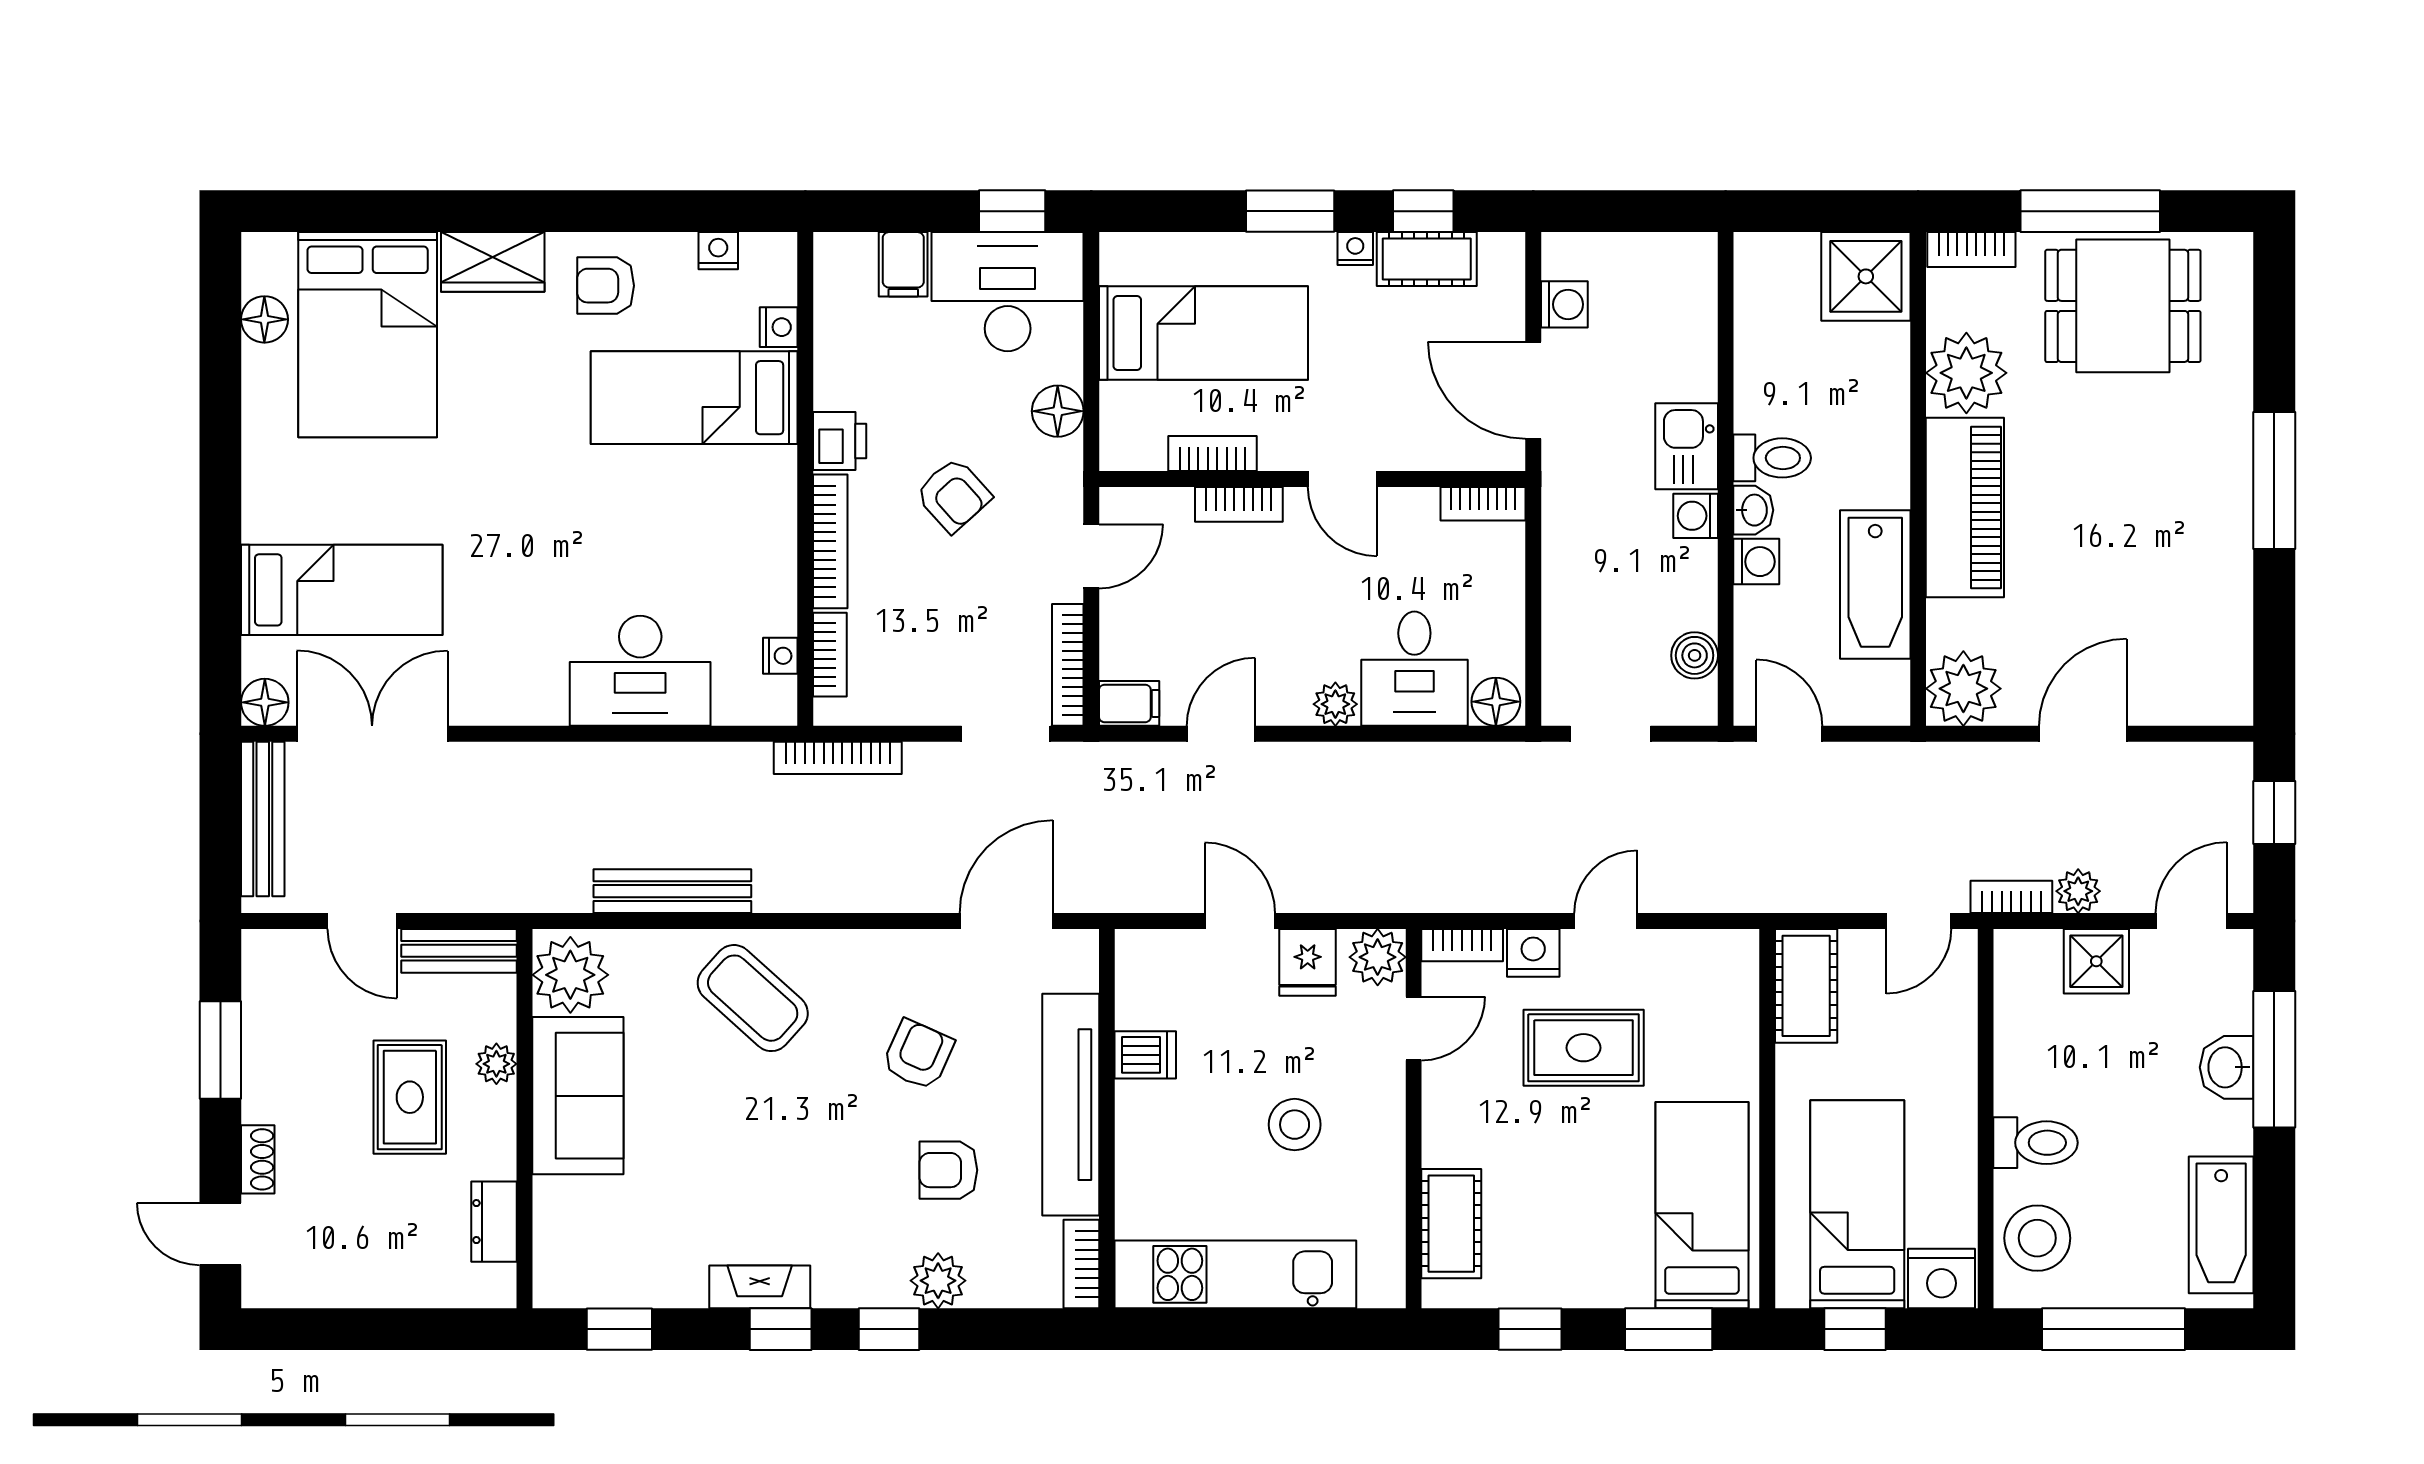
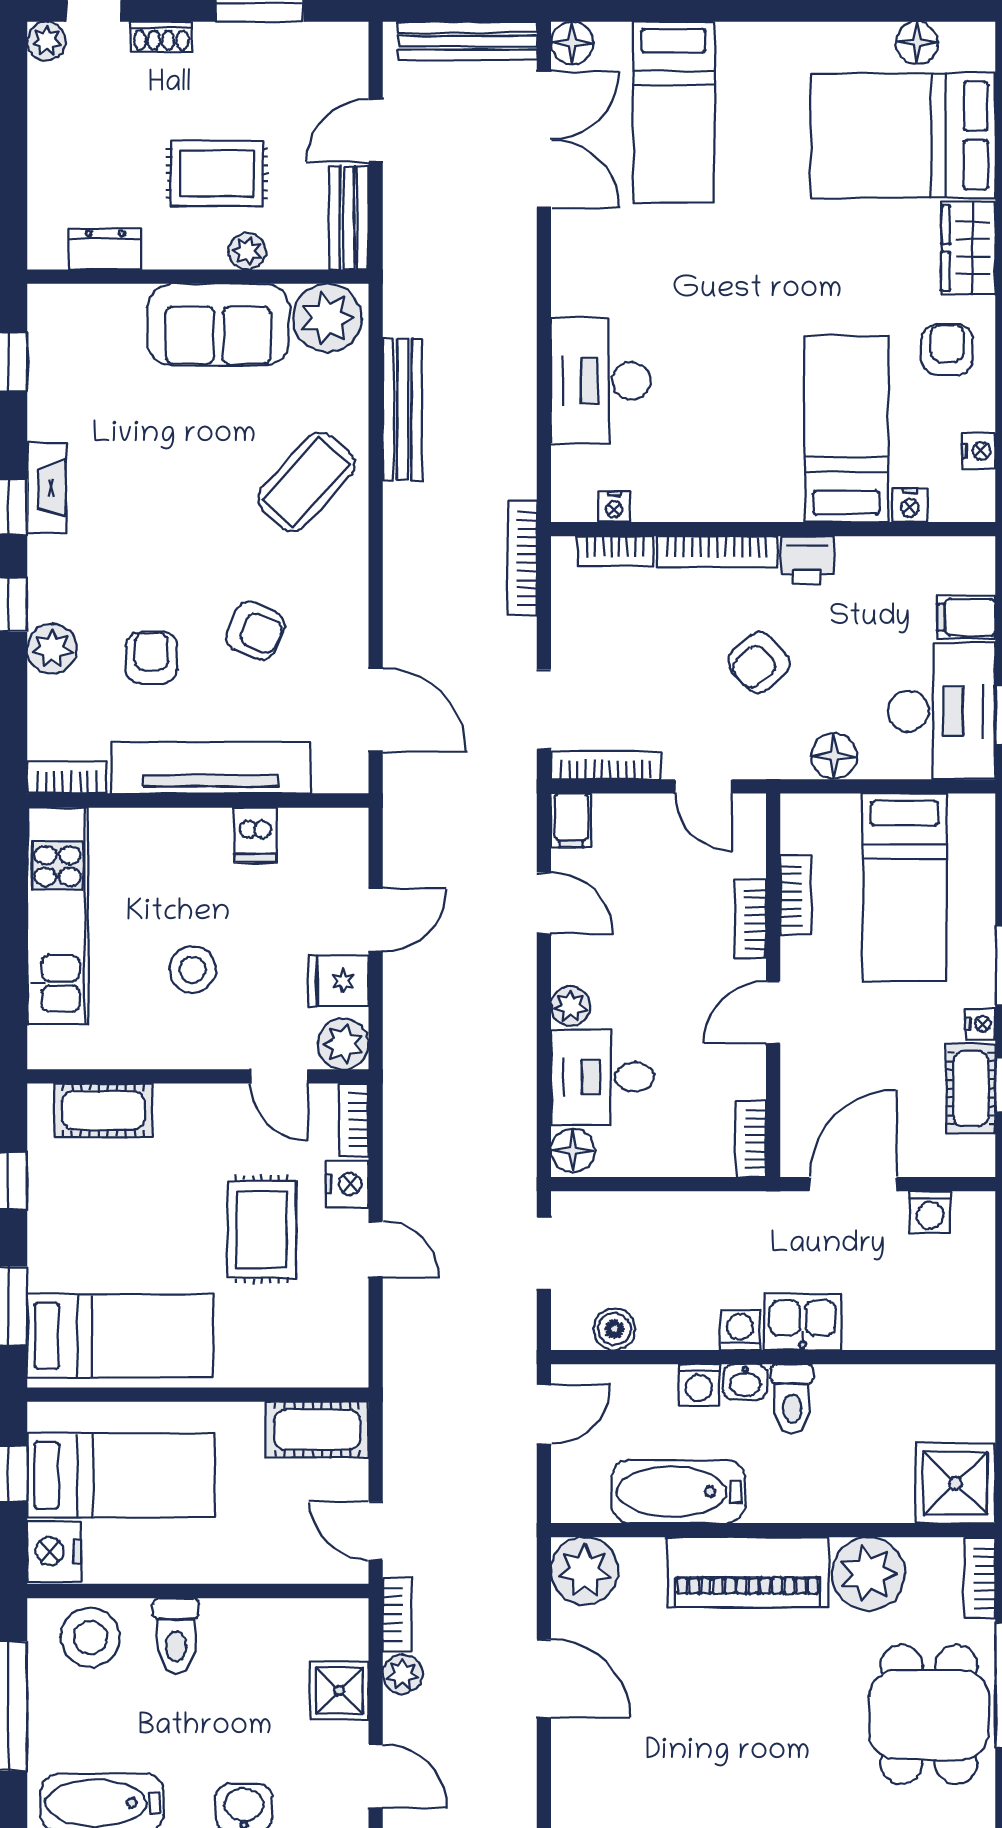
plant: (263, 1287) -> (46, 41), added

